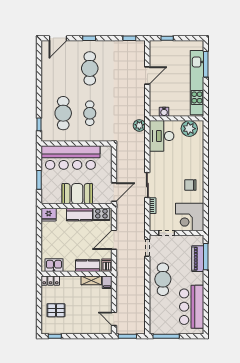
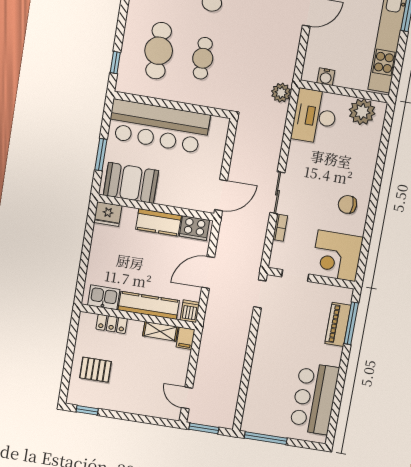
booth: (77, 194) -> (131, 183), moved
kitchen counter: (88, 266) -> (149, 305), width x1.50
cafe table: (163, 279) -> (276, 348), removed
locker: (50, 281) -> (112, 324), moved

